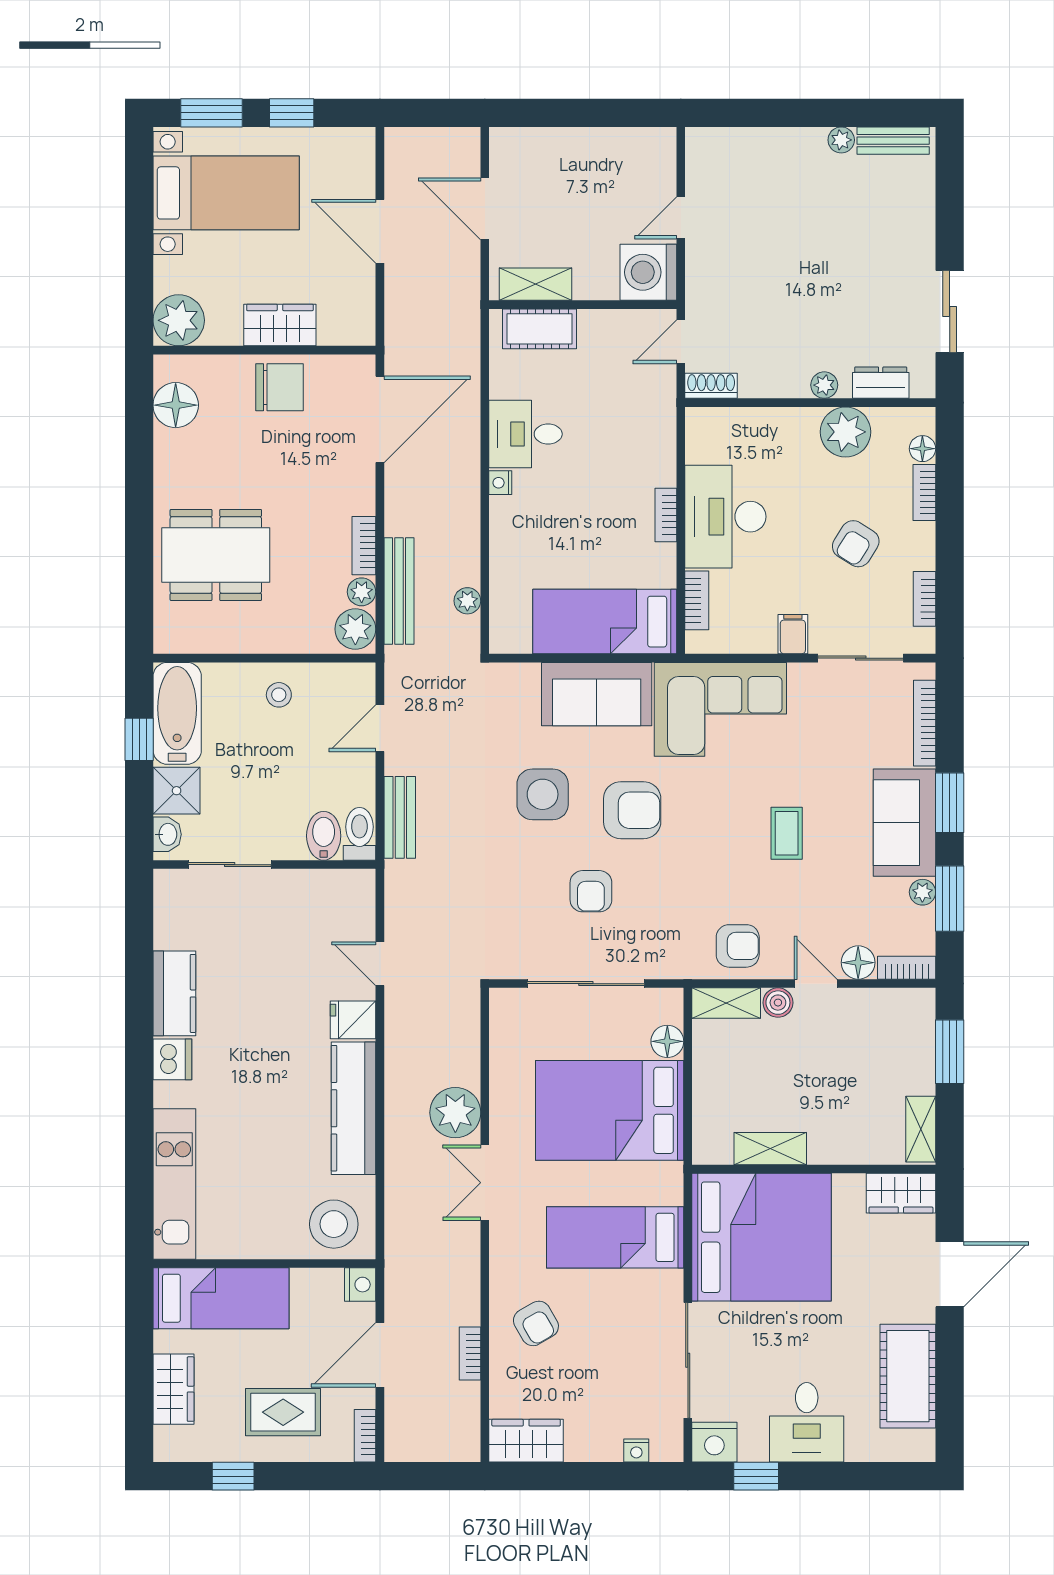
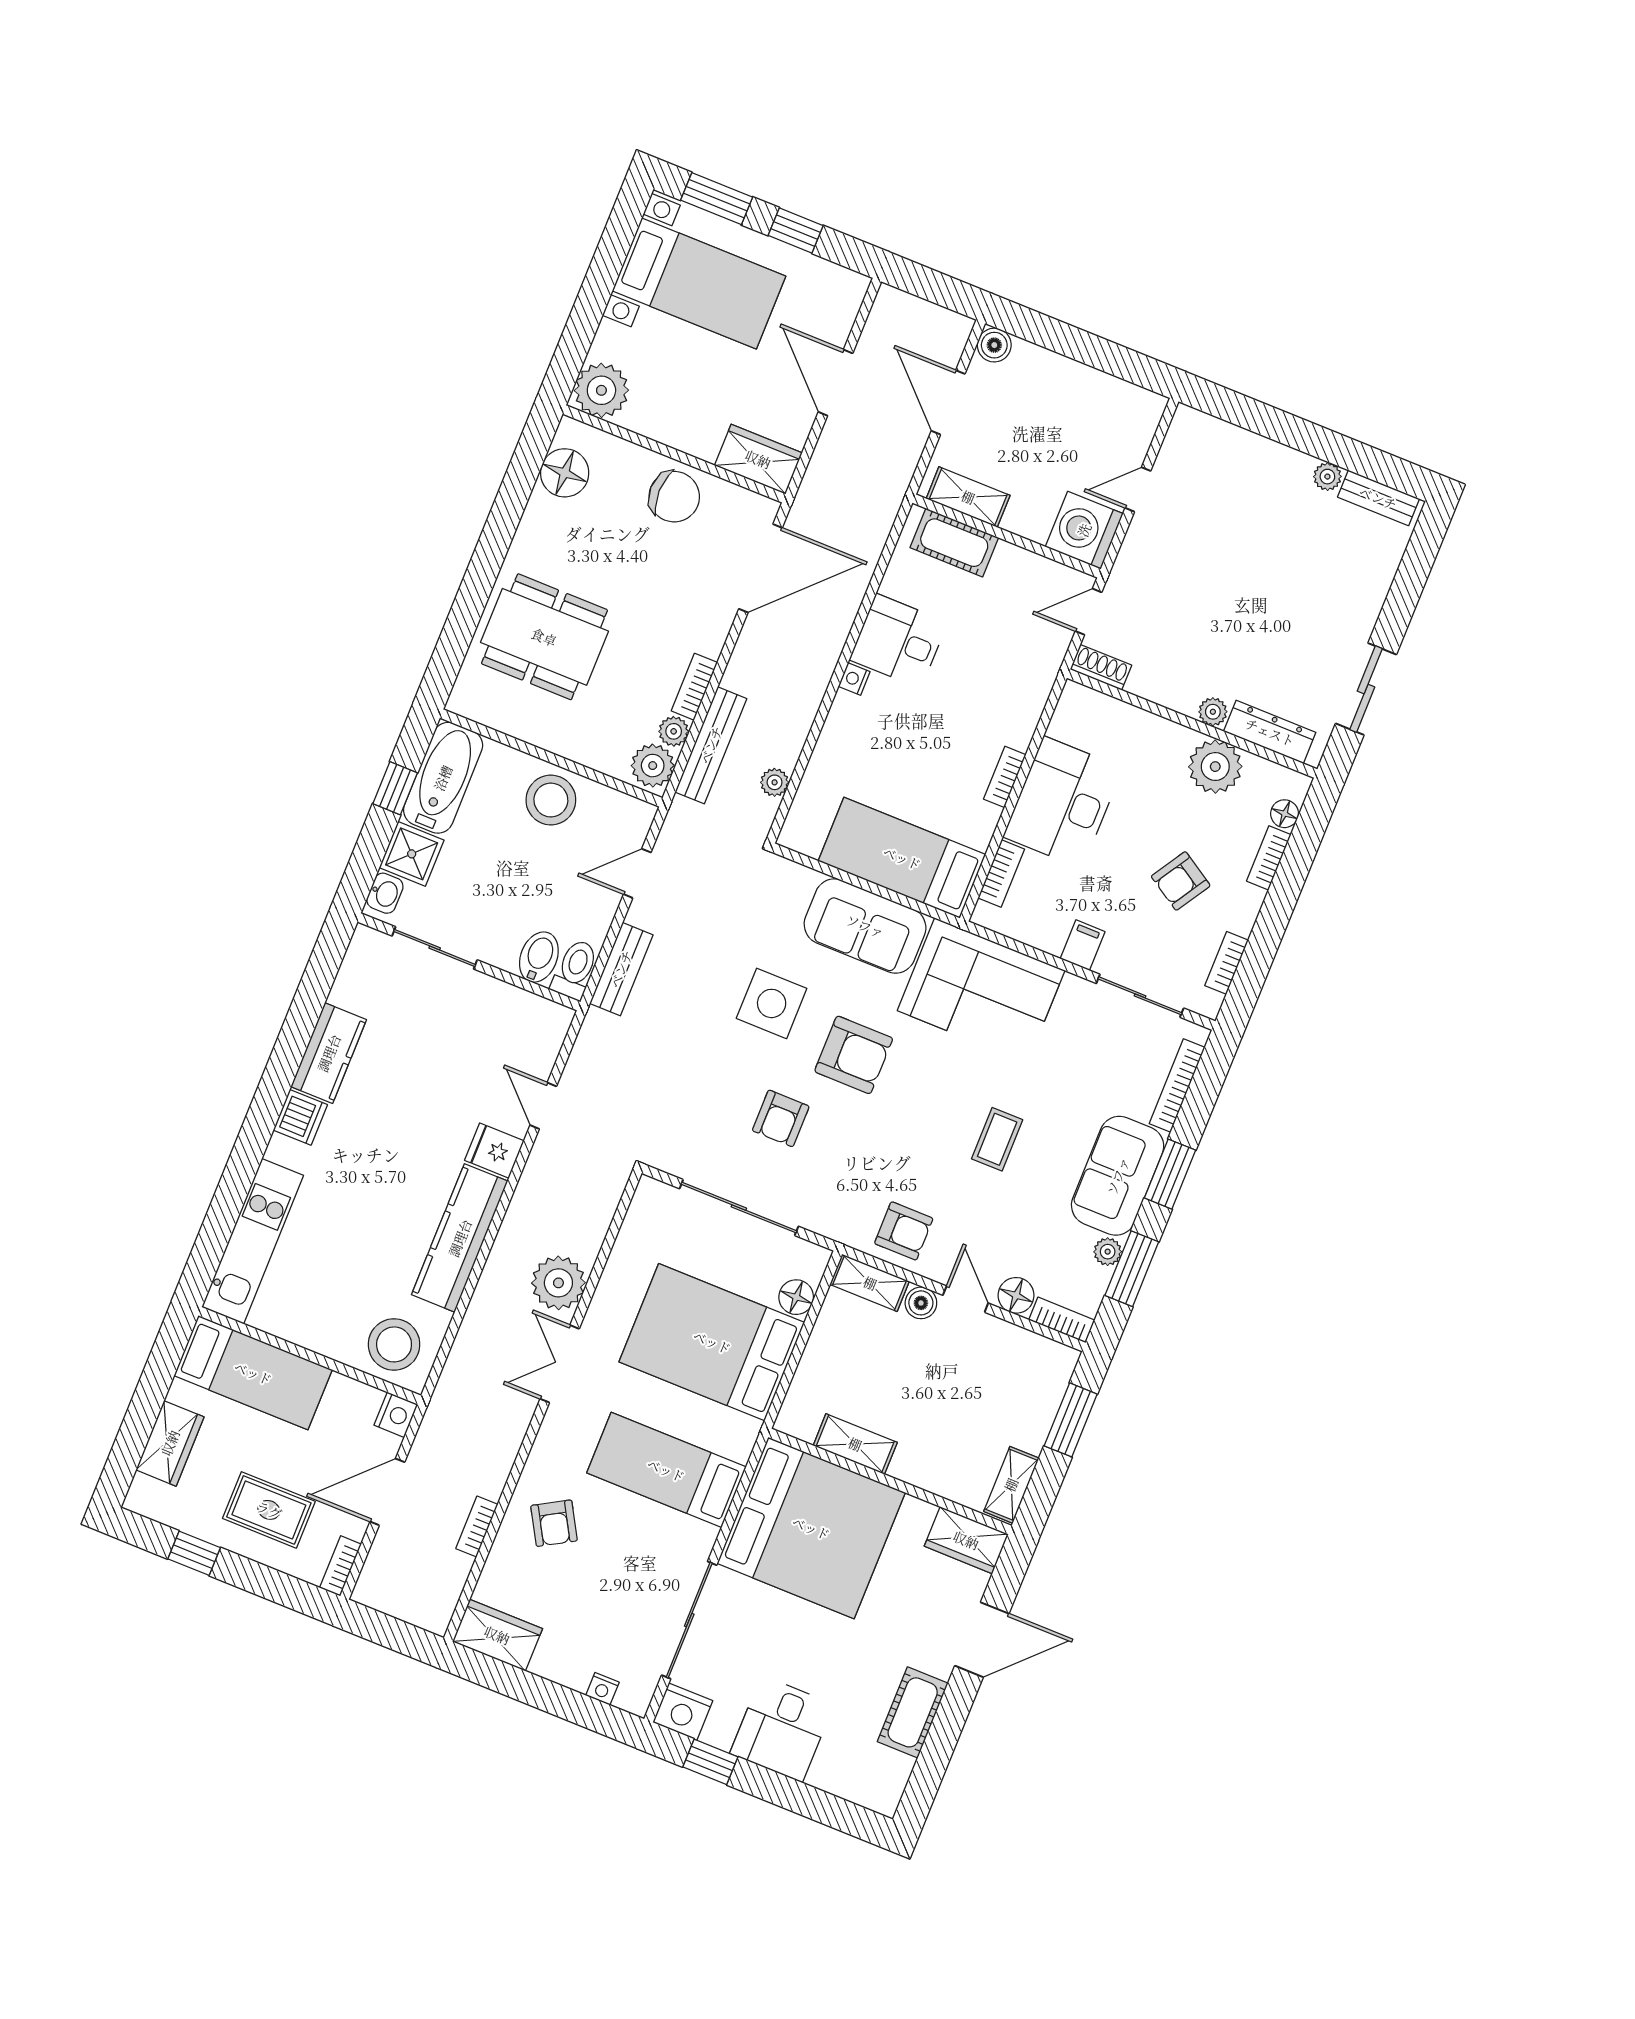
boiler: (505, 143) -> (994, 345), added
wardrobe: (280, 325) -> (758, 459), moved
dresser: (881, 383) -> (1270, 732), width x1.44
stool: (279, 695) -> (551, 800), width x1.89, depth x1.89
cot: (908, 1376) -> (913, 1712), width x0.73, depth x0.75

